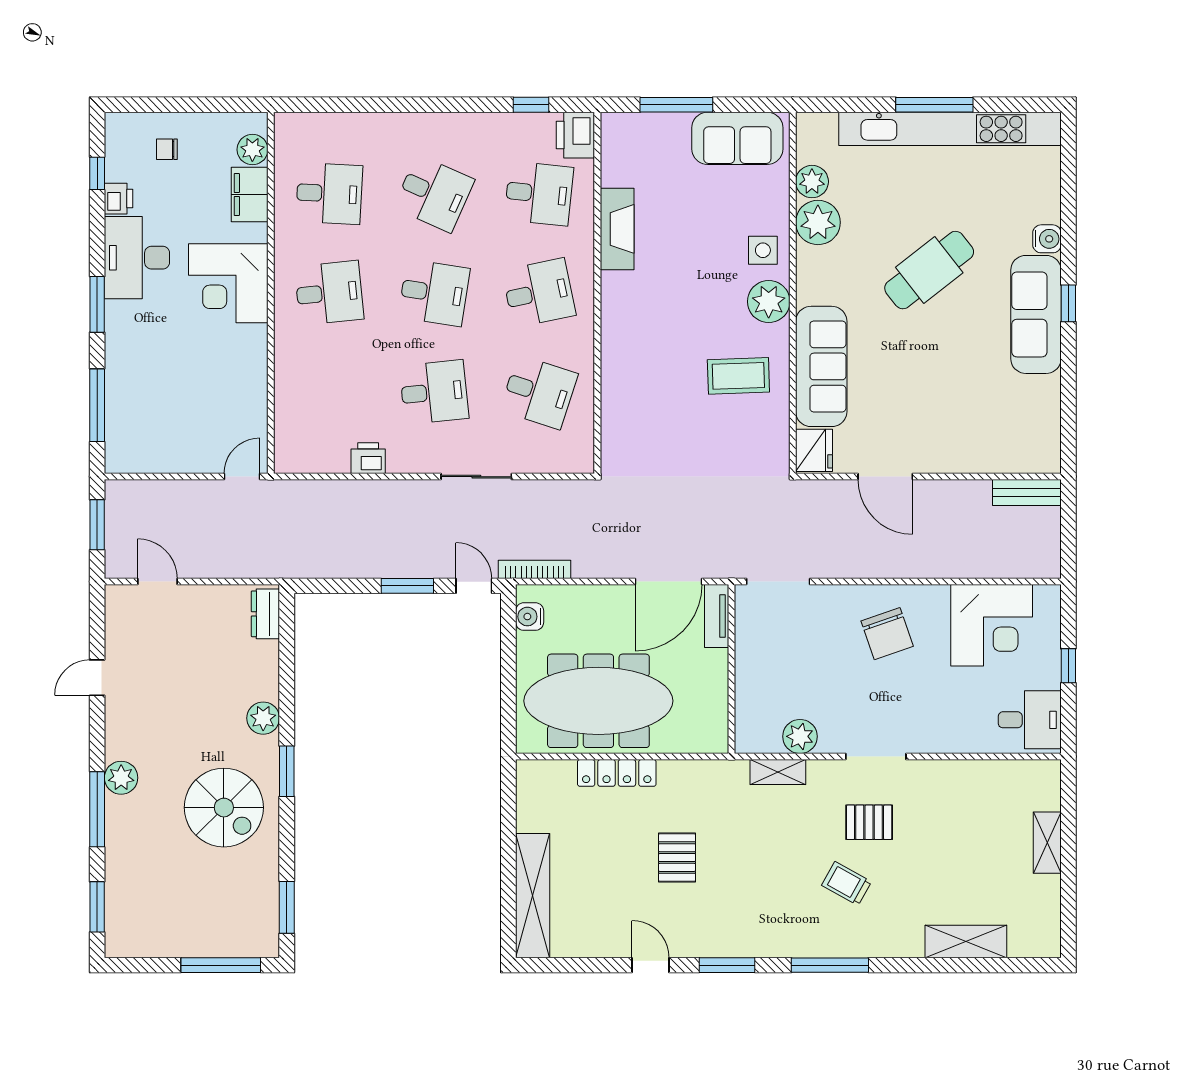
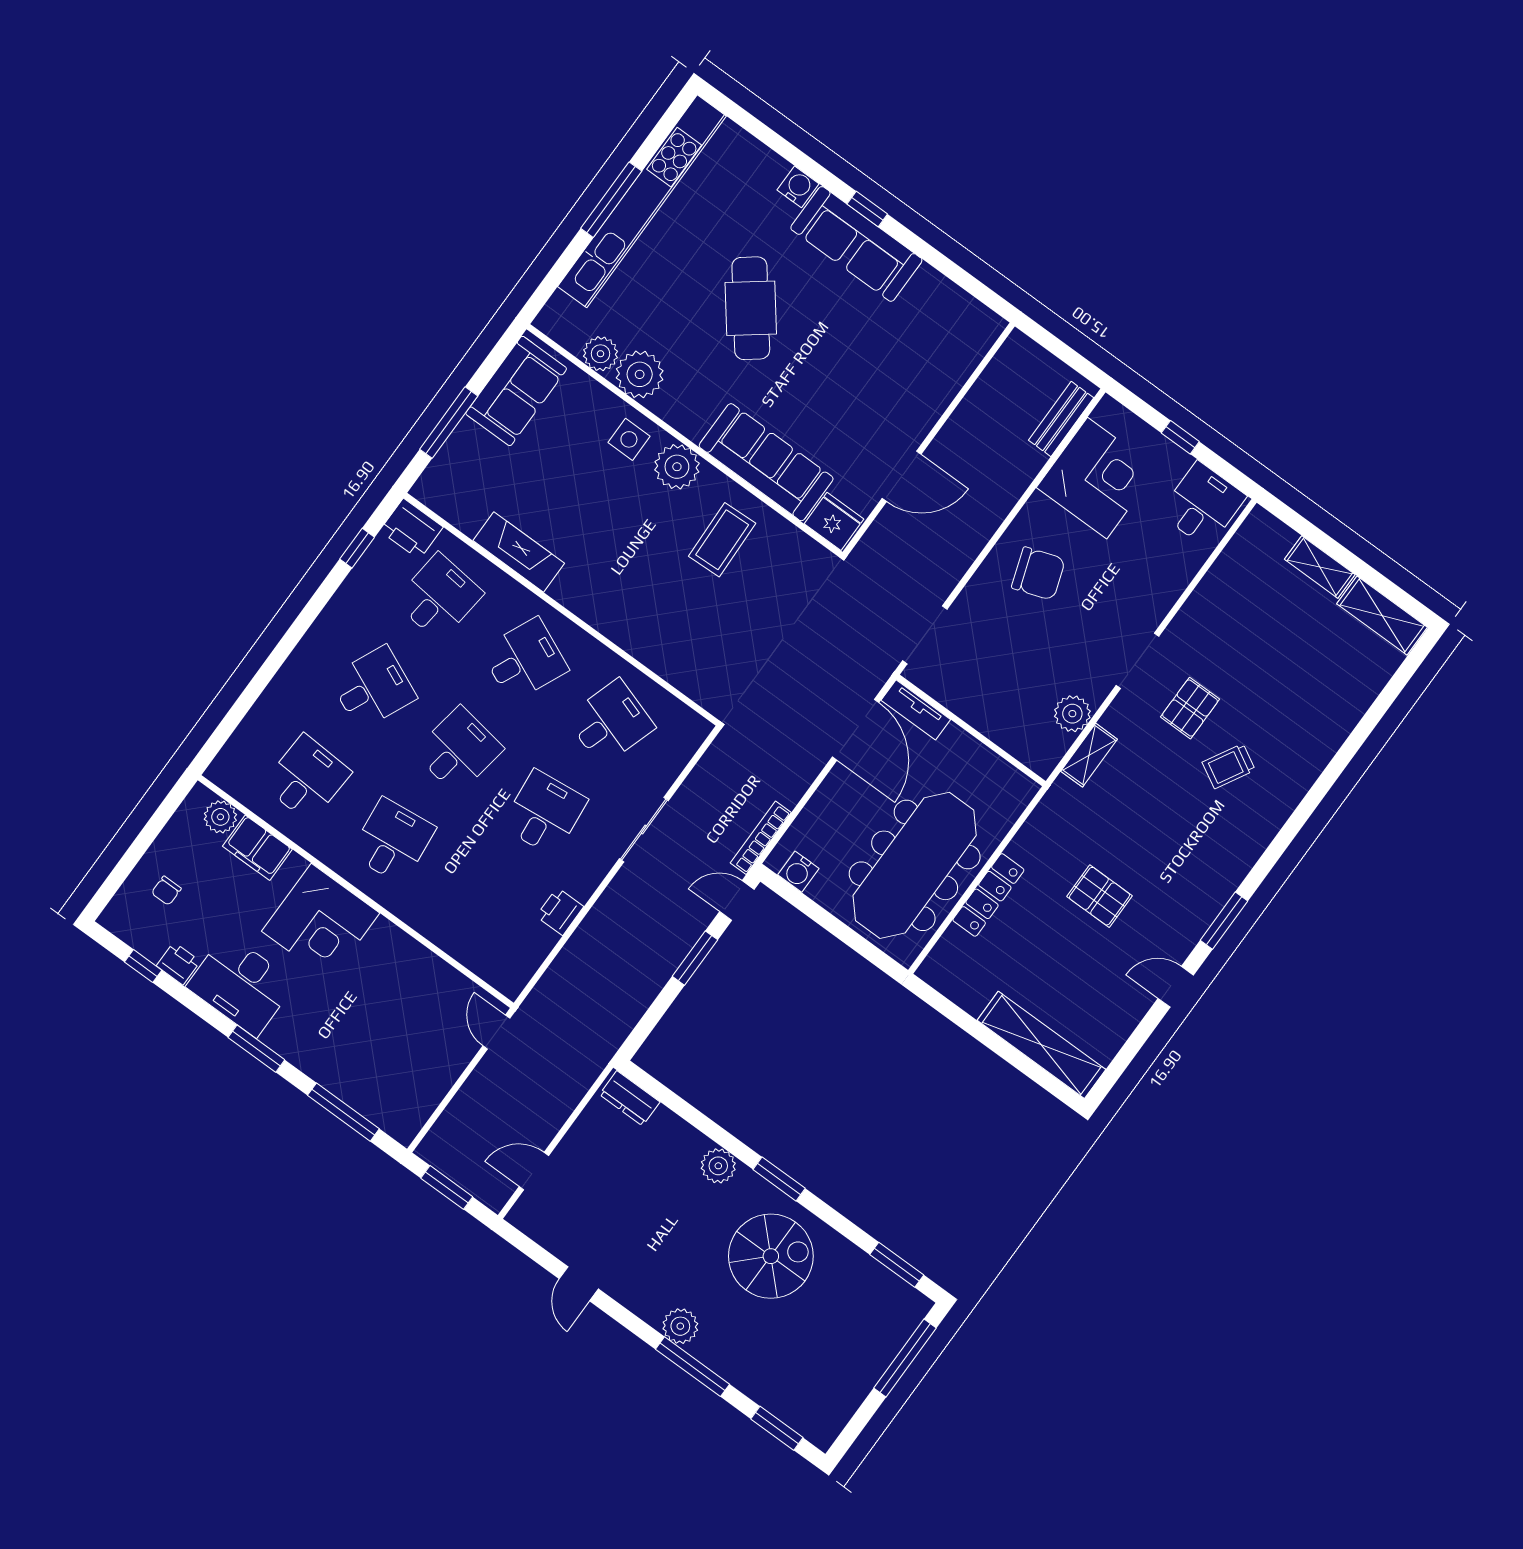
desk: (539, 293) -> (525, 660), turned 36
bench: (1027, 493) -> (1061, 419), moved
shelving: (966, 942) -> (1382, 616), moved, turned 90
window: (830, 965) -> (1289, 832), removed

